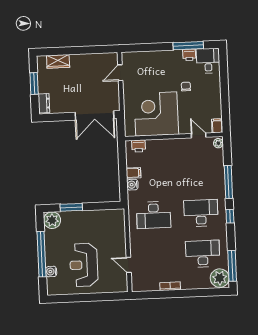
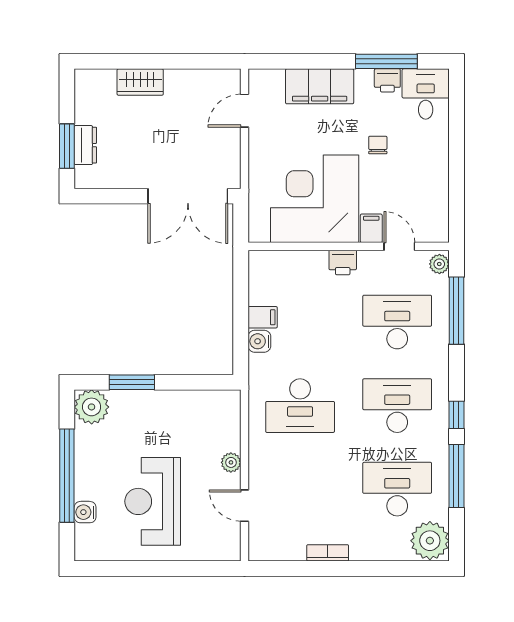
filing cabinet: (156, 59) -> (320, 86), added
wardrobe: (58, 61) -> (140, 82), moved
window: (34, 83) -> (67, 146), moved
dresser: (44, 103) -> (85, 145), moved
filing cabinet: (217, 126) -> (371, 228), moved
printer: (139, 146) -> (343, 262), moved
desk: (199, 172) -> (397, 322), added
window: (228, 182) -> (456, 311), moved
plant: (121, 244) -> (231, 462), added
window: (232, 266) -> (456, 476), moved

